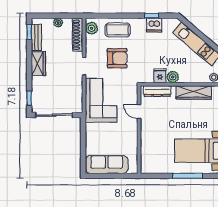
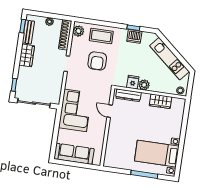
armchair: (117, 58) -> (97, 61), turned 90
wardrobe: (194, 92) -> (161, 101), width x0.67
corner sofa: (101, 100) -> (75, 110), moved

